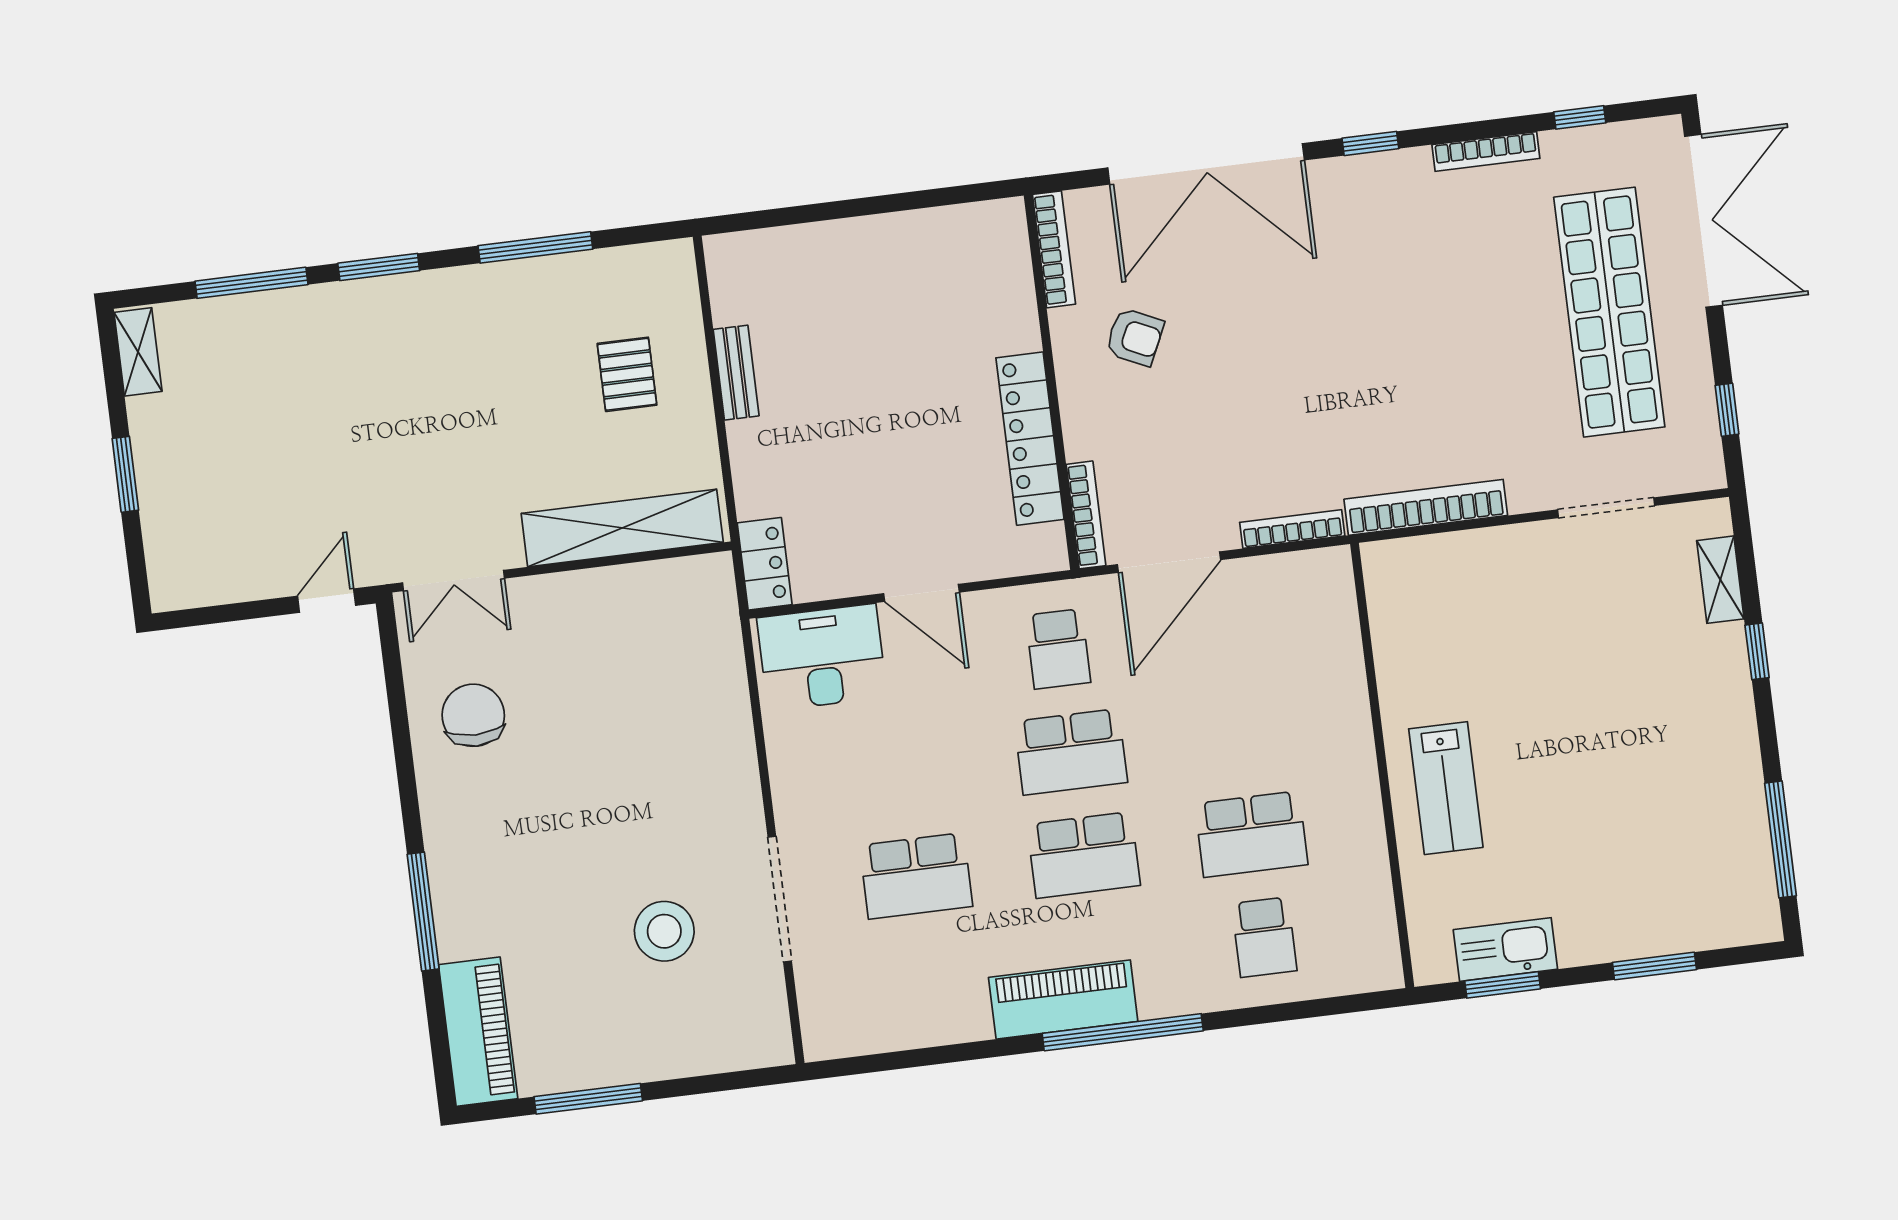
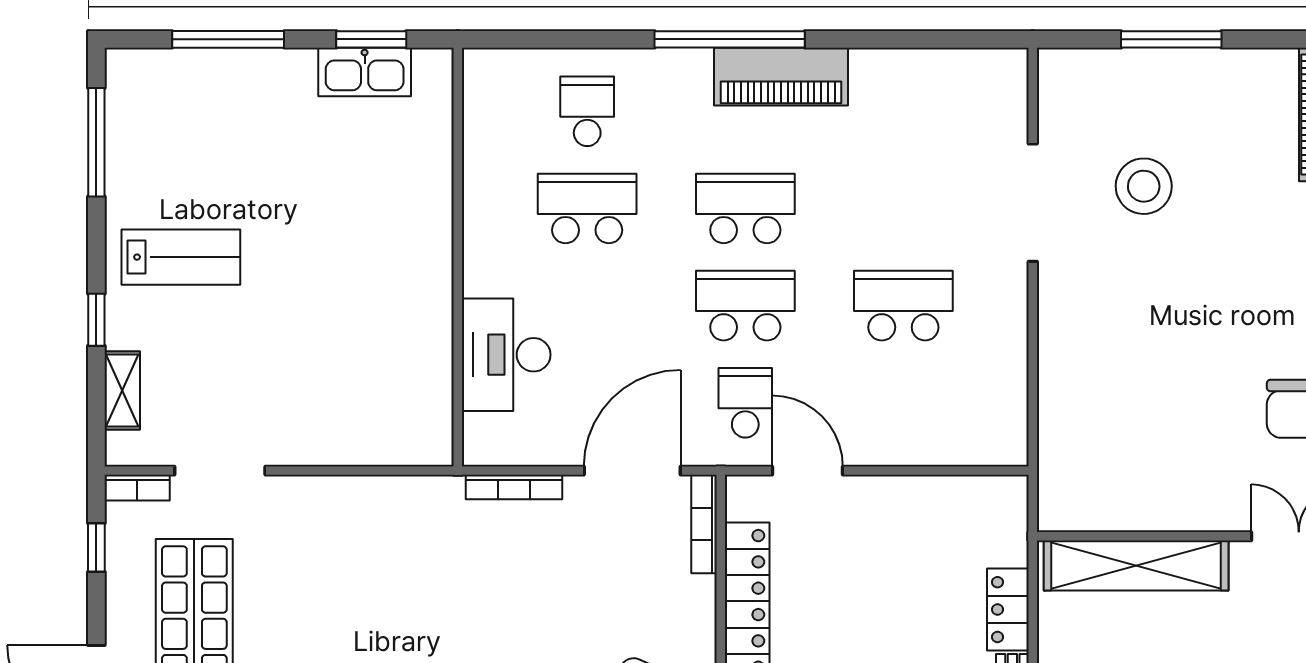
bookcase: (1426, 507) -> (137, 488), moved, width x0.43, depth x0.76
locker: (765, 564) -> (1008, 610), moved
door: (921, 593) -> (808, 471), moved
desk: (822, 657) -> (506, 355), moved, turned 90
lab bench: (1446, 788) -> (181, 257), moved, turned 90
school desk: (916, 876) -> (903, 306), moved
window: (1654, 966) -> (228, 39), width x1.44
window: (588, 1099) -> (1171, 39), moved

